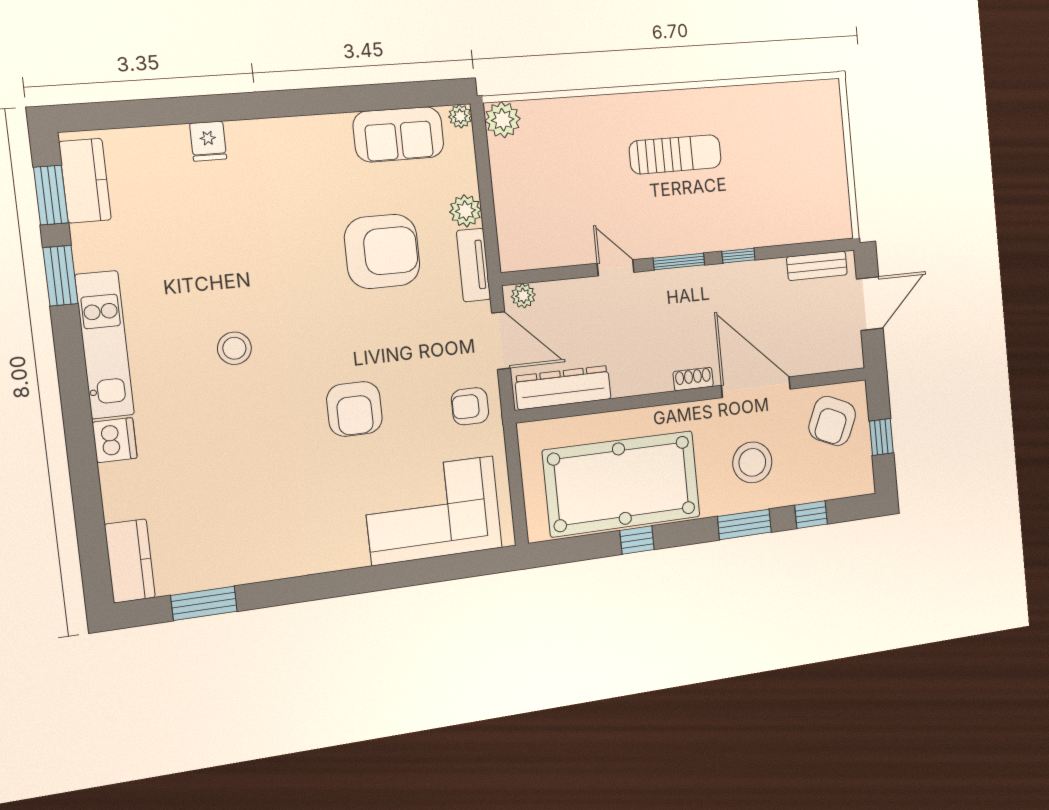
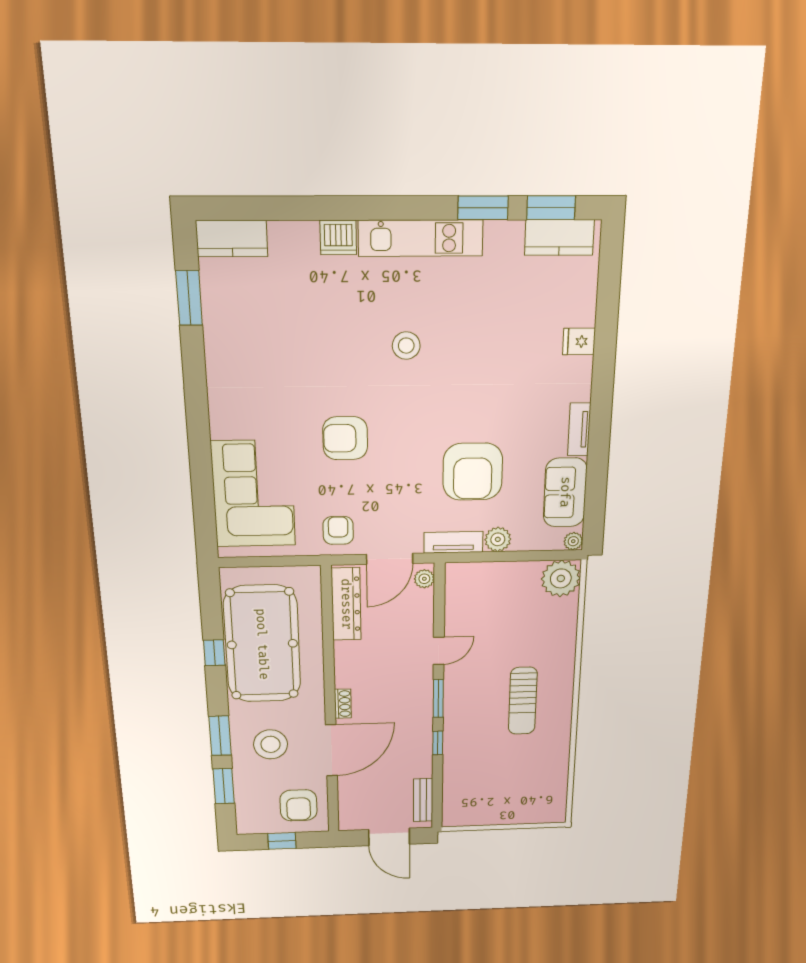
plant: (503, 120) -> (561, 578), width x1.36, depth x1.36
tv unit: (317, 127) -> (579, 429), added
armchair: (832, 421) -> (298, 805), turned -114
window: (811, 515) -> (224, 786), width x1.50

